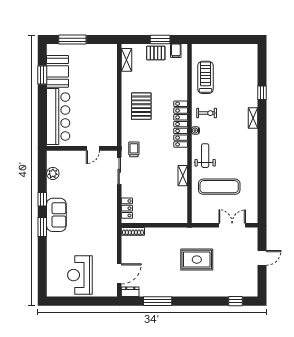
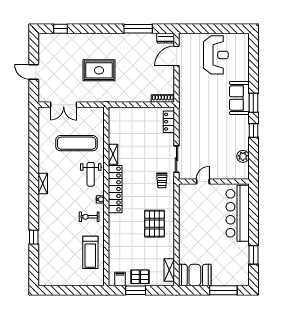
booth: (58, 71) -> (195, 275), moved, turned 90
shelving: (253, 118) -> (43, 184), moved
locker: (181, 124) -> (115, 189), moved
sofa: (56, 215) -> (239, 98), moved
door: (262, 258) -> (34, 72), hinge flipped

